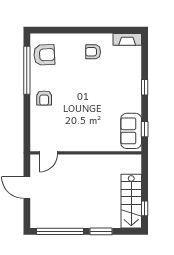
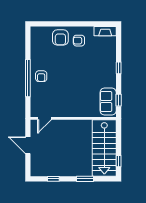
armchair: (44, 55) -> (60, 37), moved, turned 93
window: (27, 70) -> (28, 78), moved
stairs: (131, 201) -> (104, 148), width x1.36, depth x1.51
window: (60, 231) -> (53, 179), width x0.32

